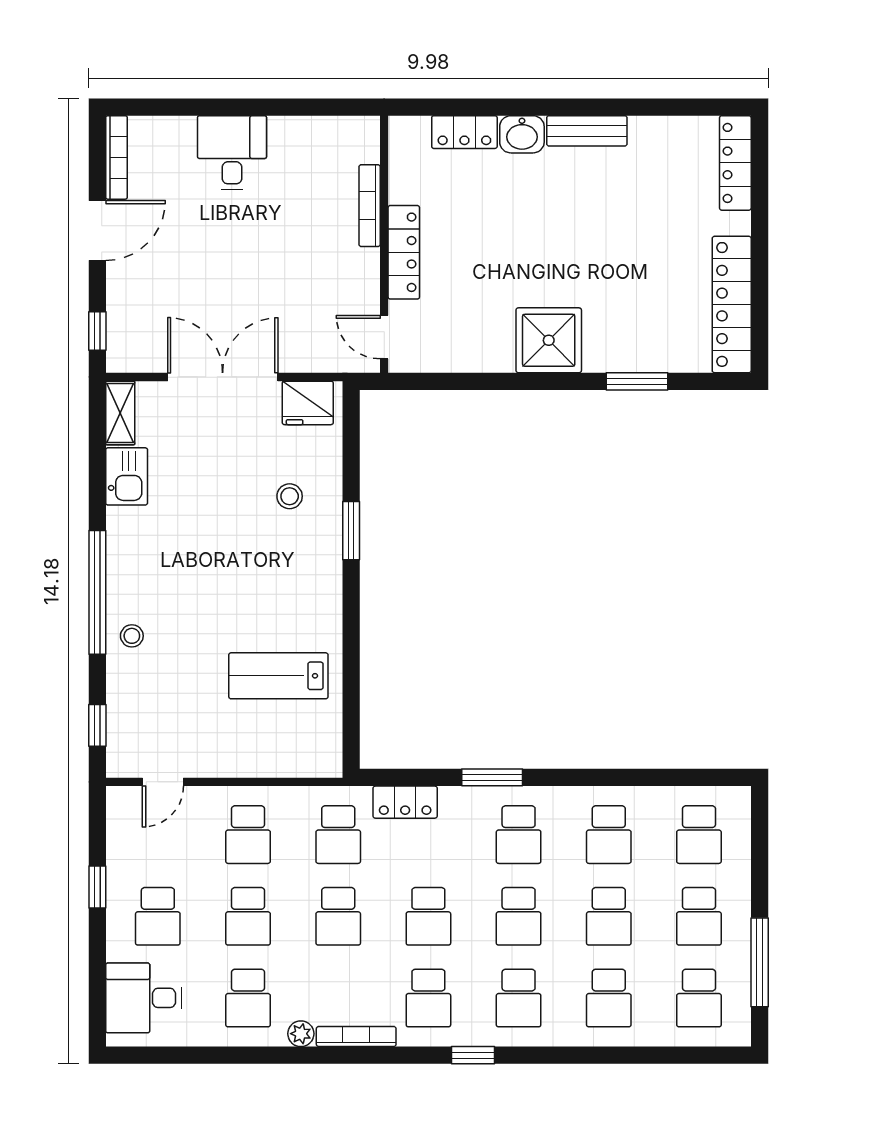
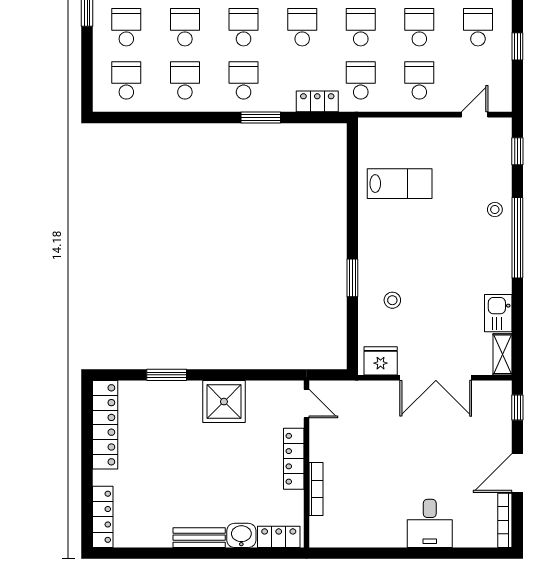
bookcase: (370, 206) -> (316, 489), moved
wall: (384, 244) -> (307, 464), moved
locker: (404, 252) -> (294, 459), moved
door: (384, 337) -> (307, 404), moved

